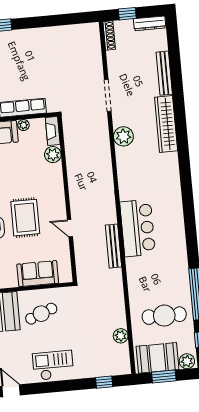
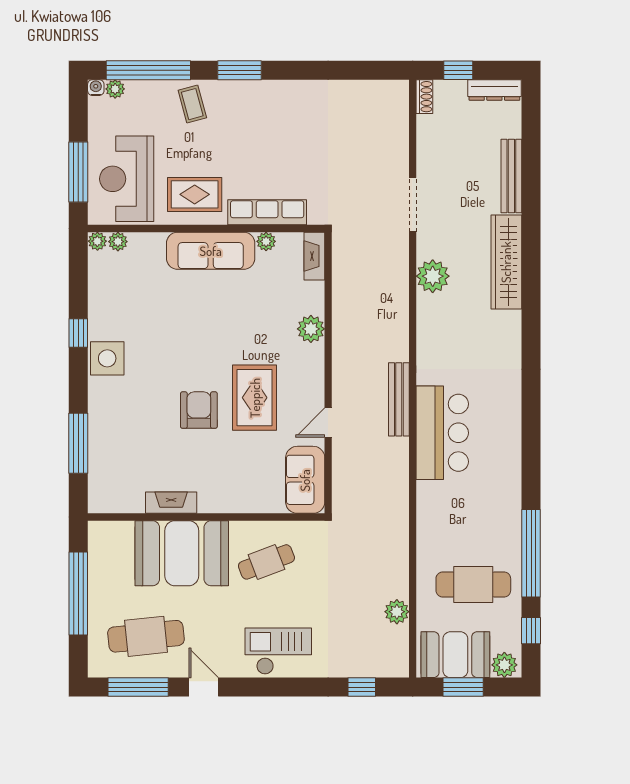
shoe rack: (109, 35) -> (424, 97), width x0.70
plant: (53, 155) -> (311, 329), moved
door: (70, 228) -> (328, 422), hinge flipped
bench: (114, 246) -> (399, 399), moved
sofa: (38, 274) -> (305, 480), moved, turned -90

